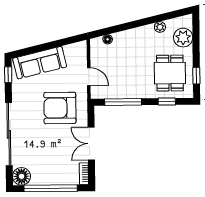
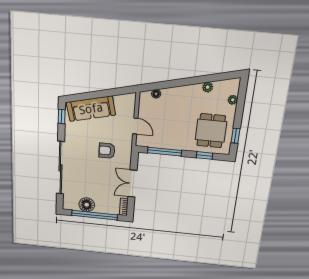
plant: (183, 38) -> (233, 100), width x0.53, depth x0.53
armchair: (60, 108) -> (107, 151), width x0.53, depth x0.53
floor lamp: (22, 176) -> (87, 205), moved

